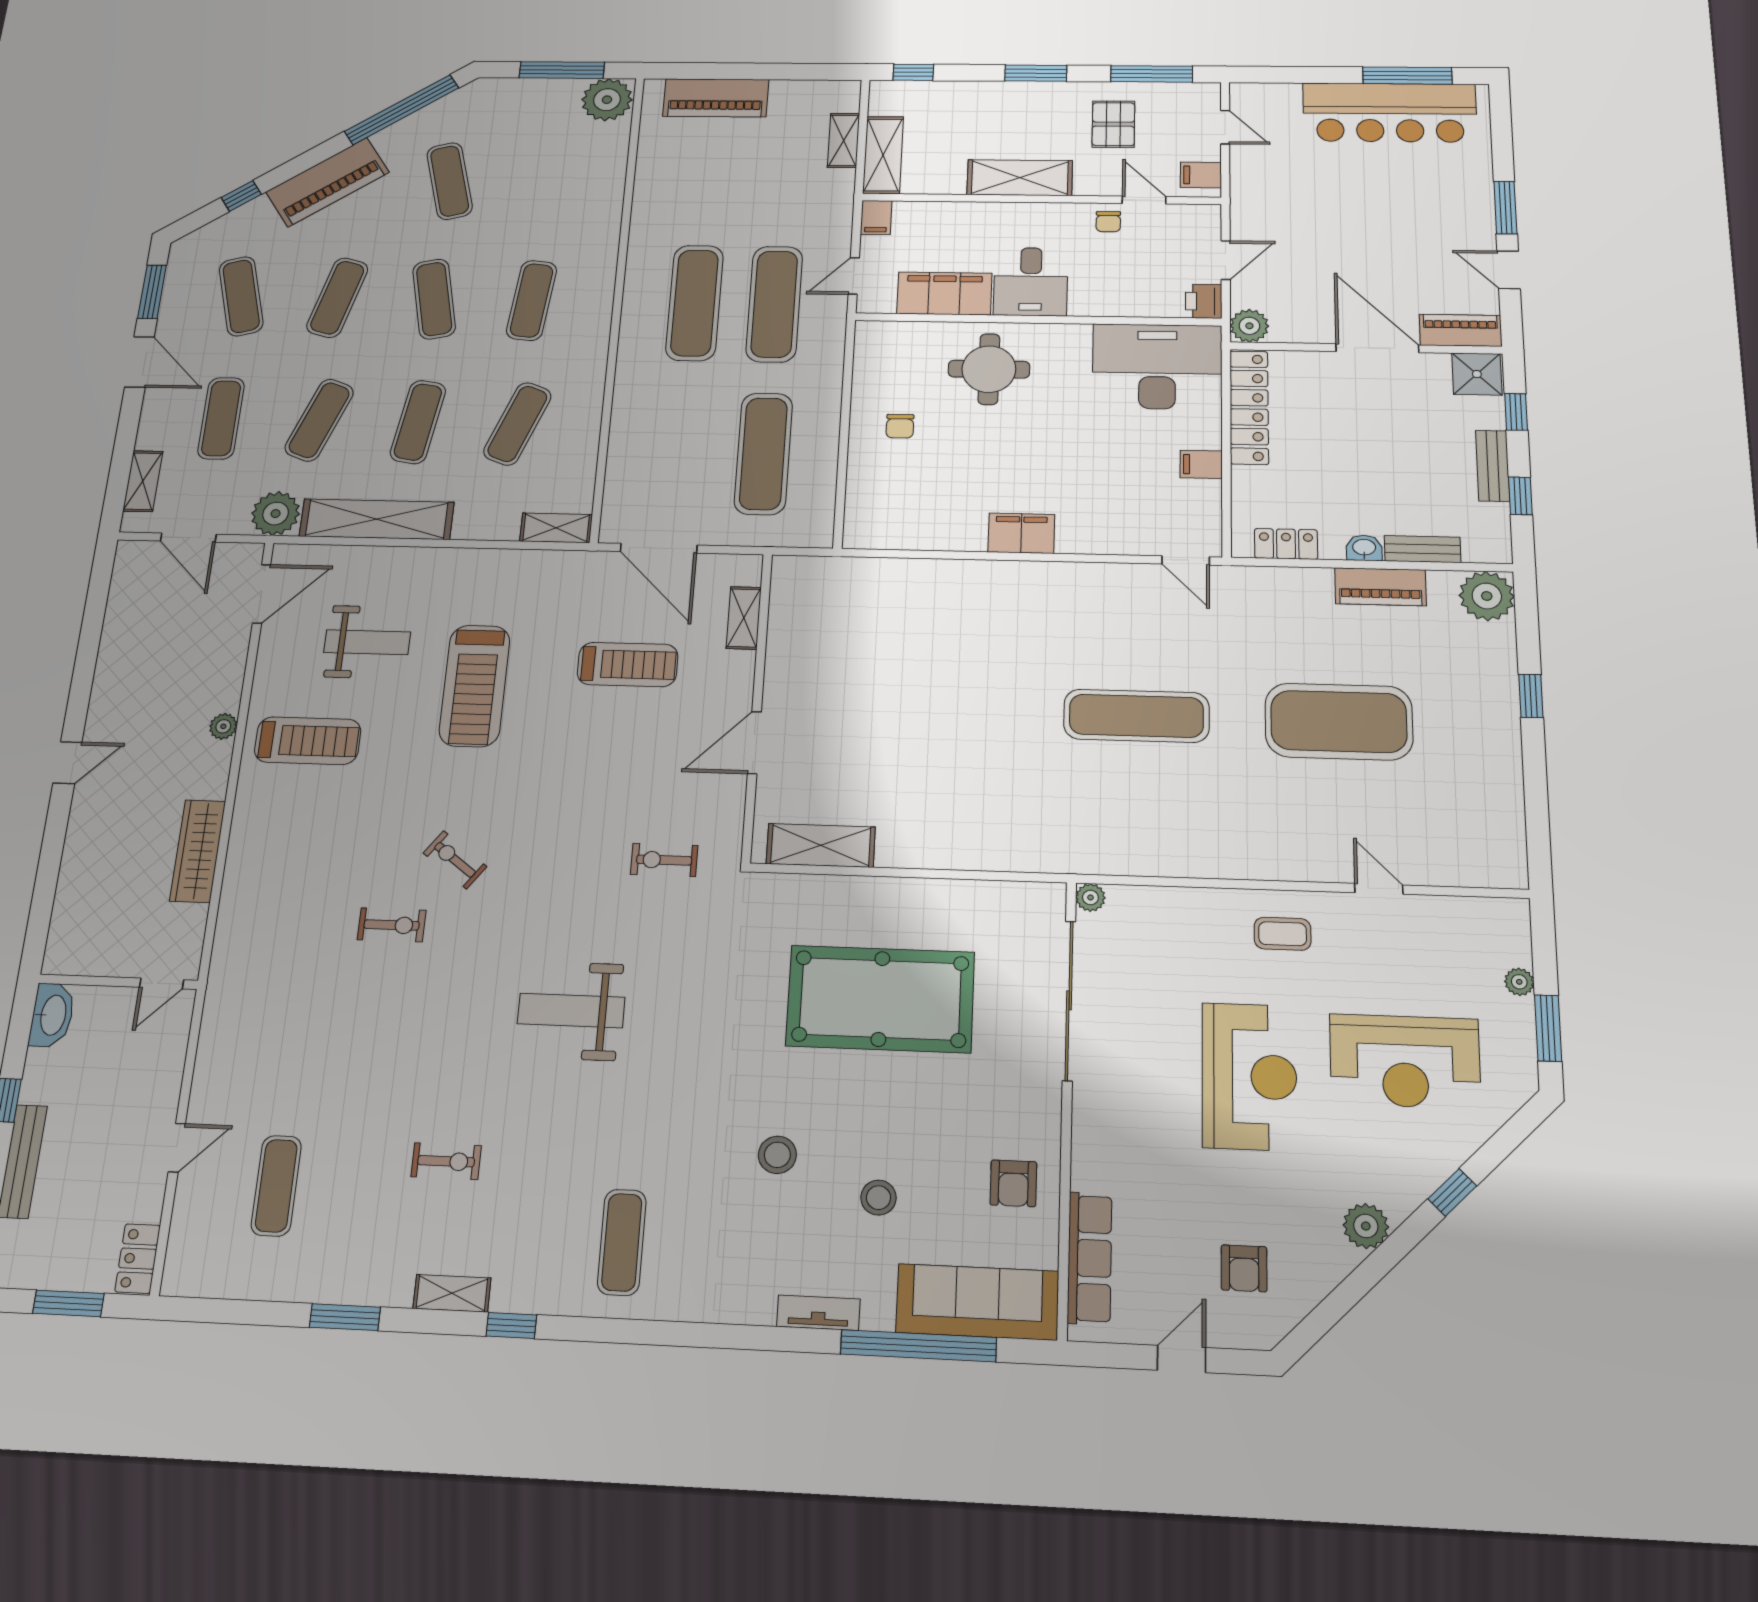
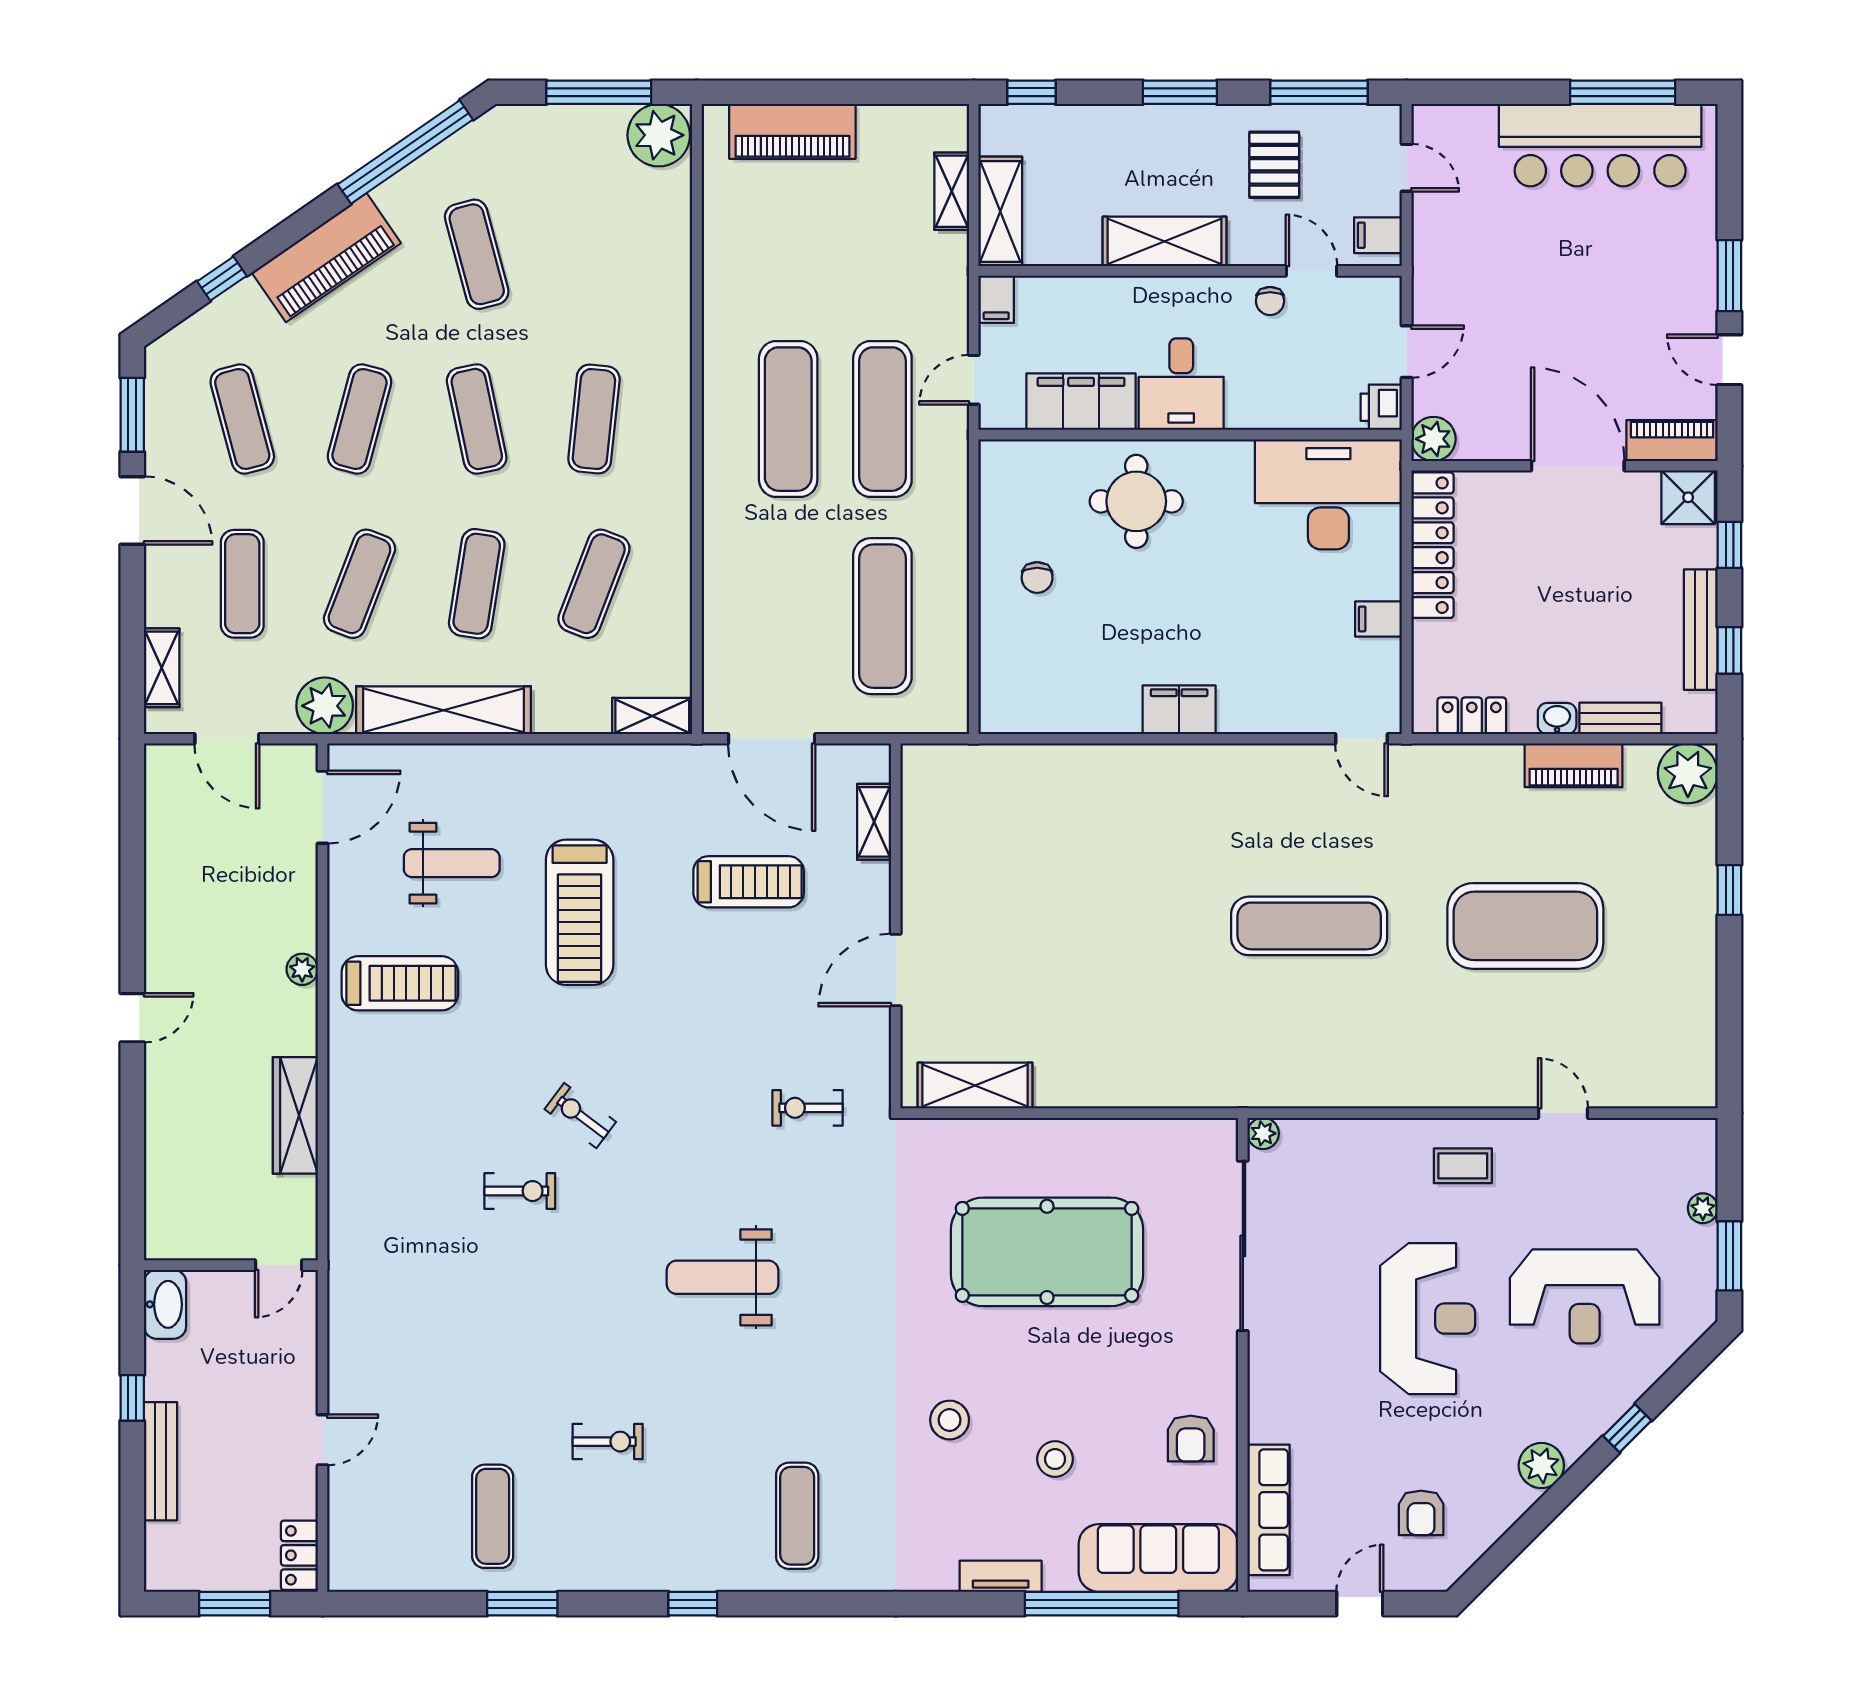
bench: (1493, 466) -> (1701, 630), width x1.36
exercise mat: (276, 1186) -> (493, 1516), moved
shelving: (452, 1293) -> (629, 1575), removed

